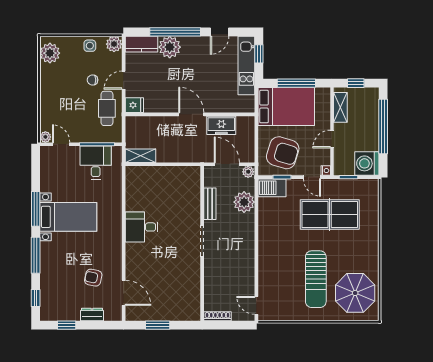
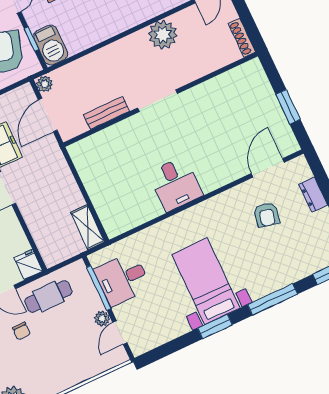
plant: (45, 137) -> (102, 319), moved
plant: (244, 202) -> (163, 35), moved
window: (36, 209) -> (215, 326), width x0.69

